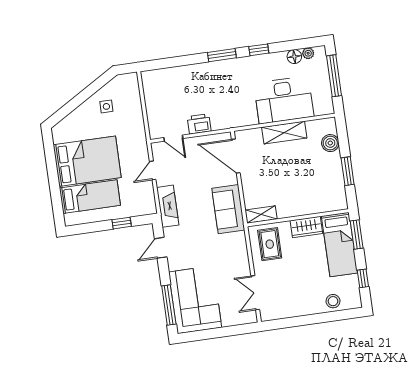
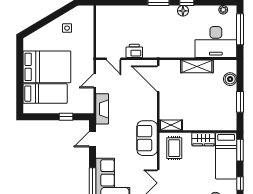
floor lamp: (294, 57) -> (183, 11), moved
desk: (284, 100) -> (216, 42), moved
sofa: (228, 209) -> (147, 138), moved

